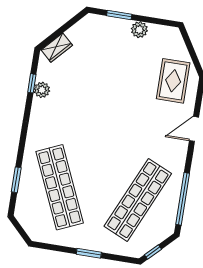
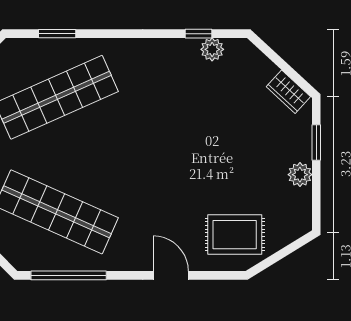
wardrobe: (57, 48) -> (288, 92), moved
plant: (42, 90) -> (212, 49), moved

